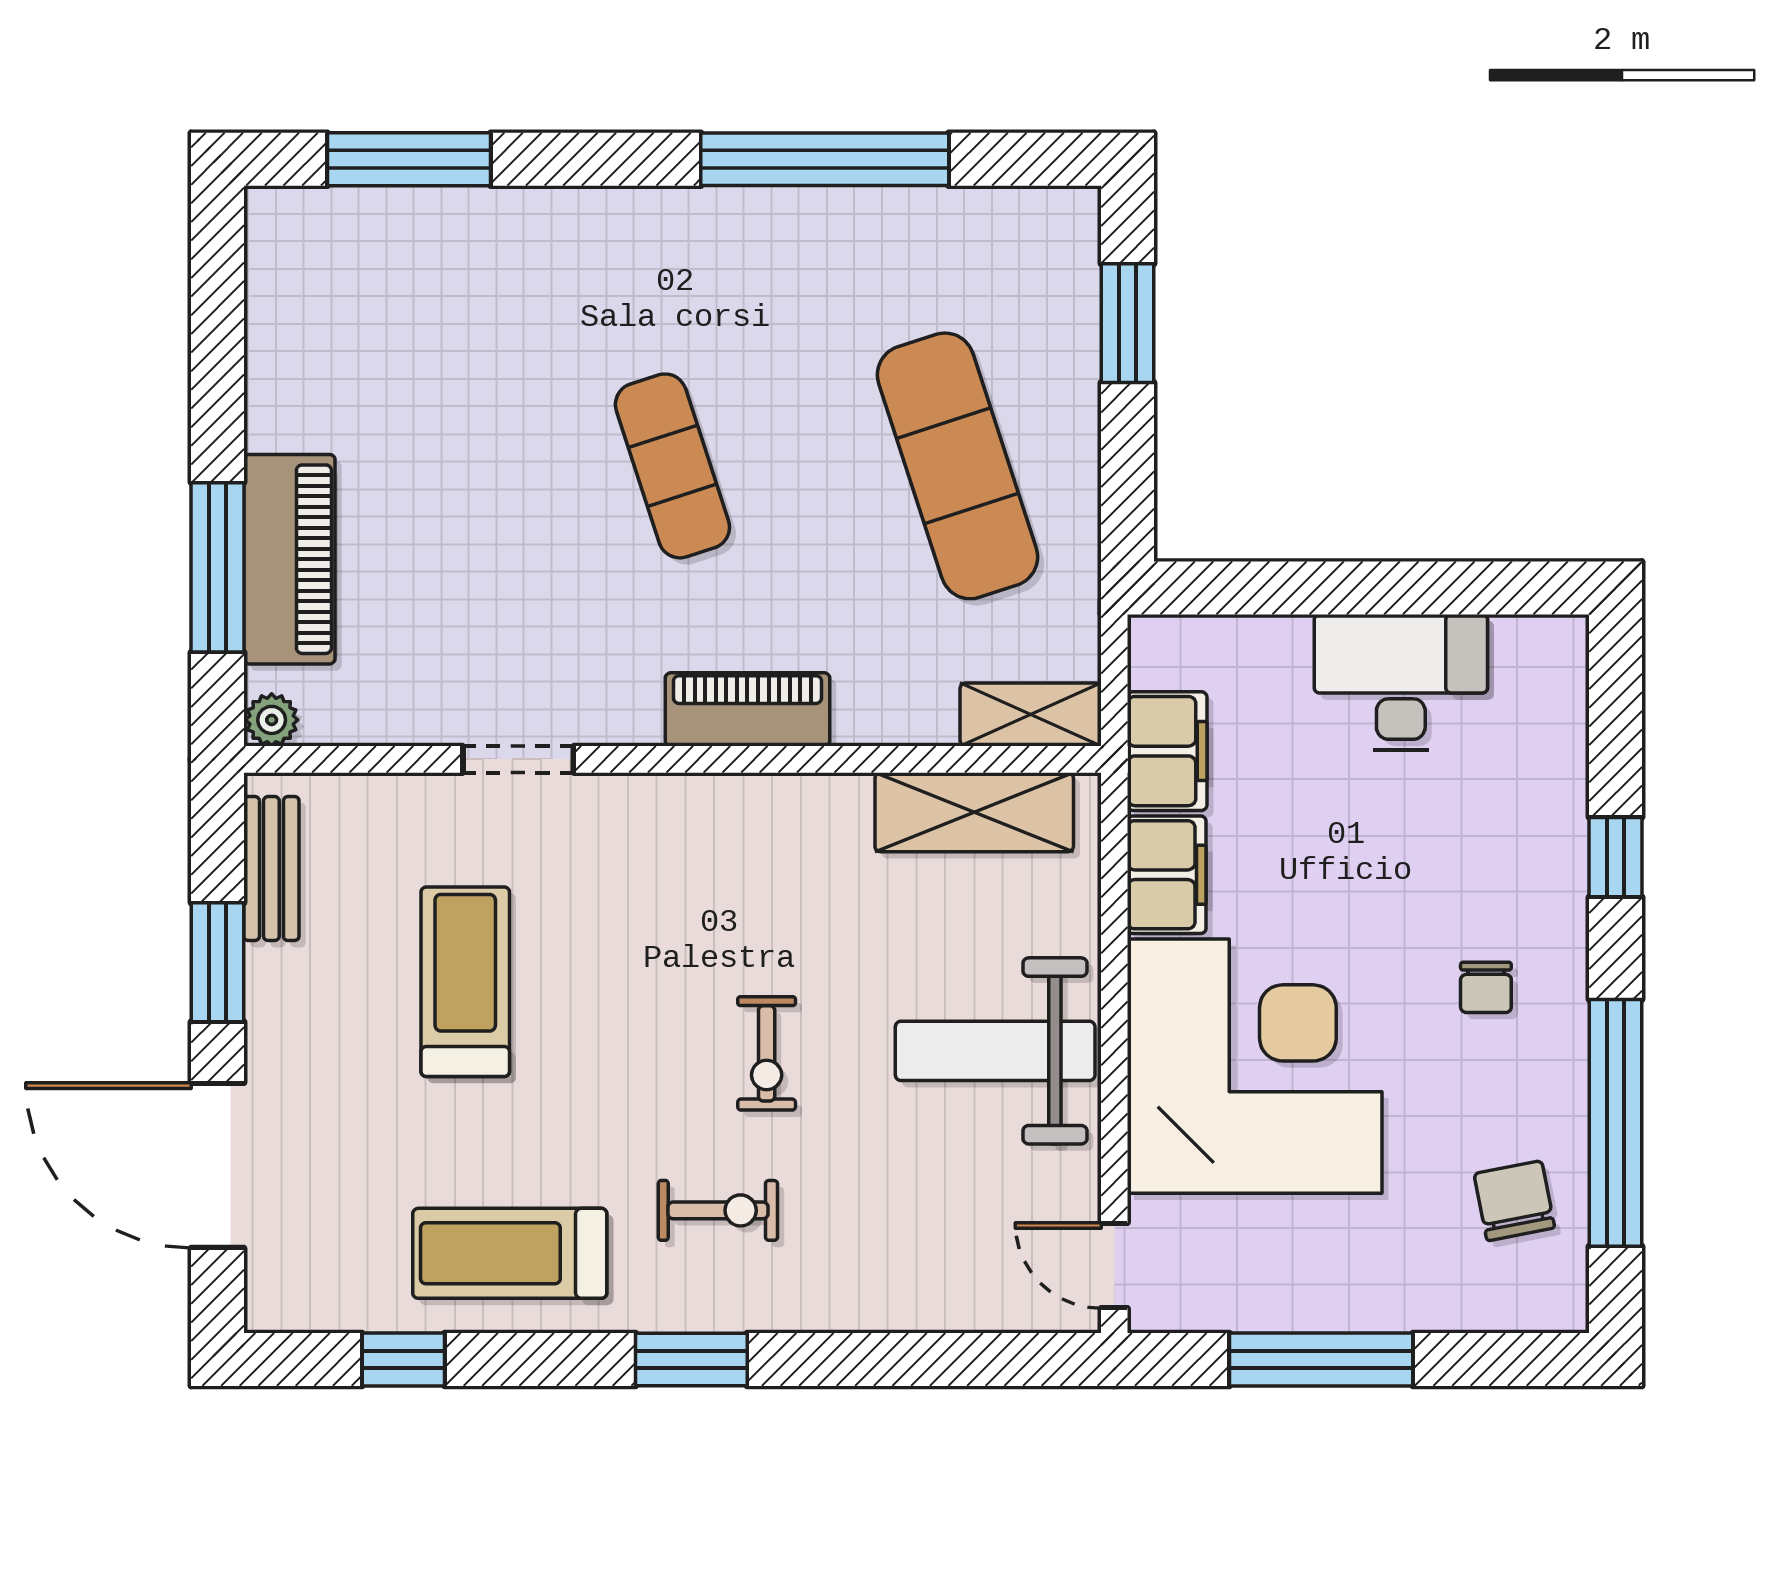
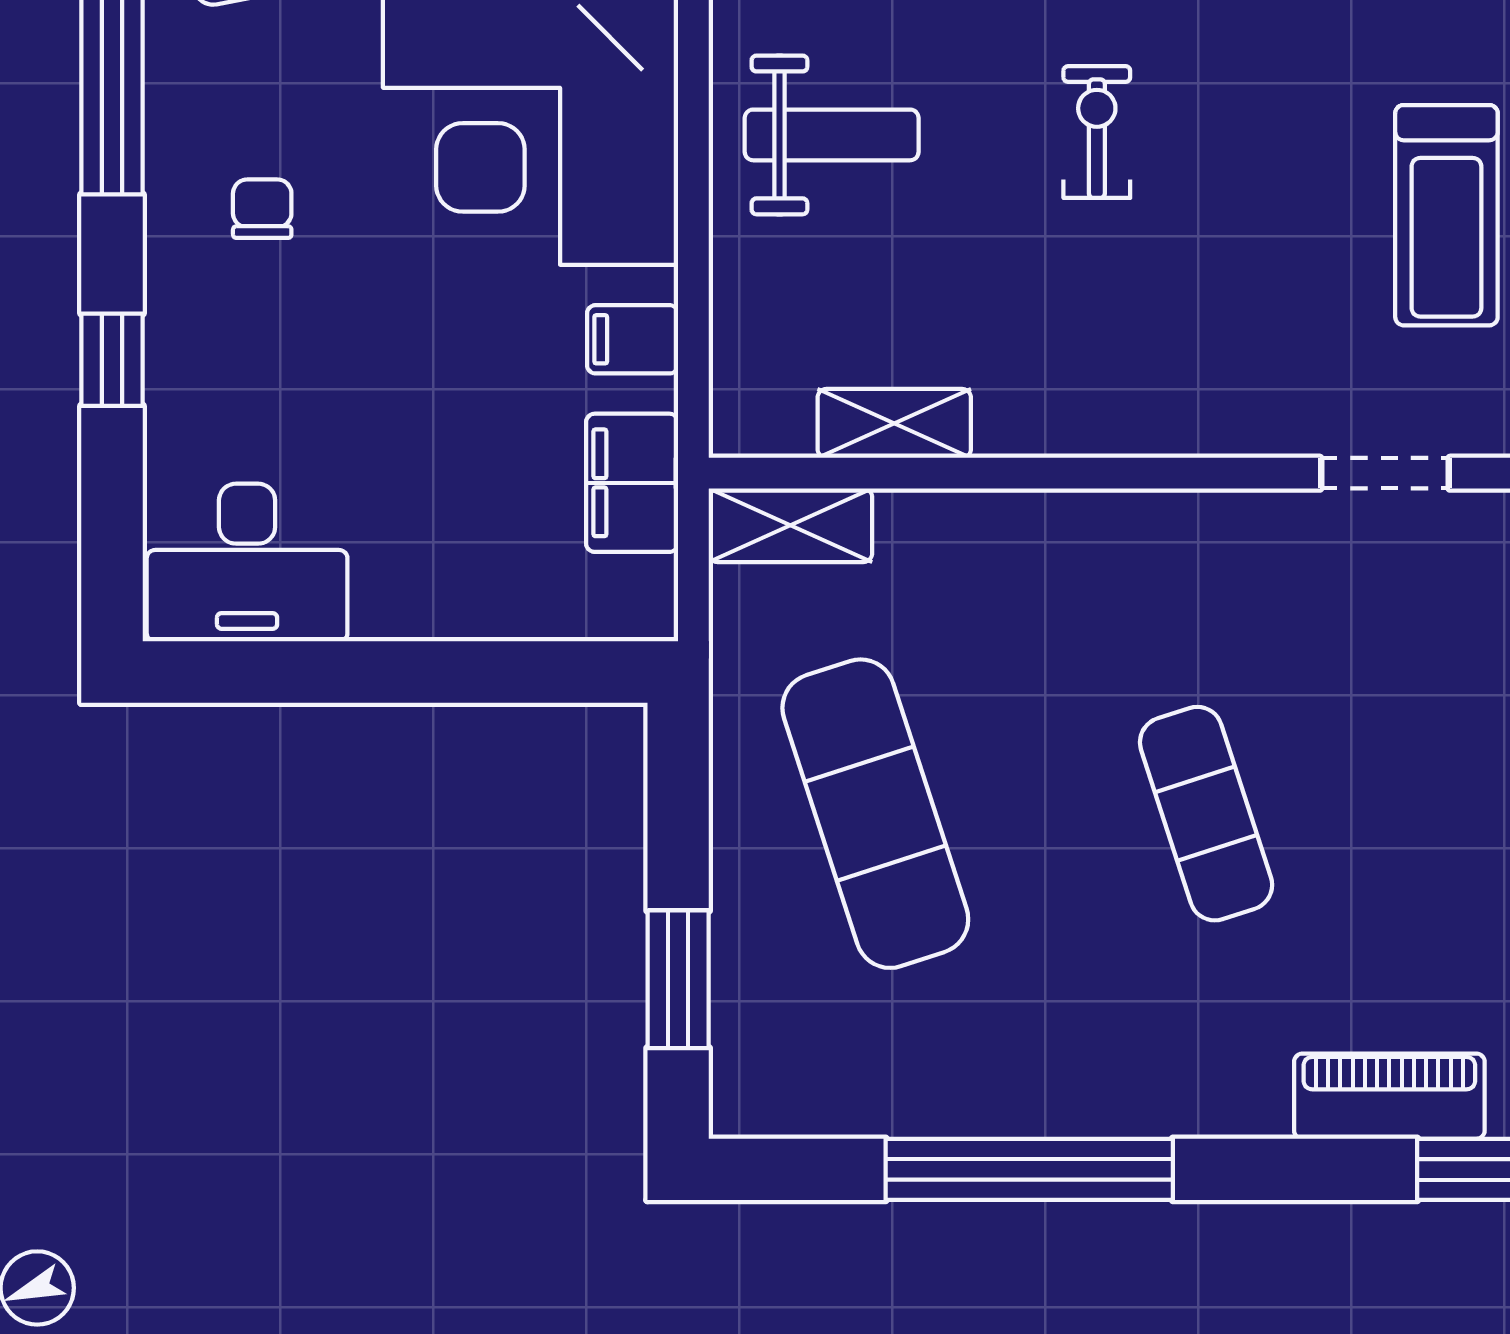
desk: (1401, 682) -> (247, 563), moved
piano: (747, 709) -> (1389, 1096), moved, turned 180
shelving: (974, 812) -> (894, 423), width x0.67, depth x0.75
filing cabinet: (1167, 875) -> (633, 339), width x0.50
weight bench: (995, 1051) -> (832, 135), width x0.73, depth x0.75

